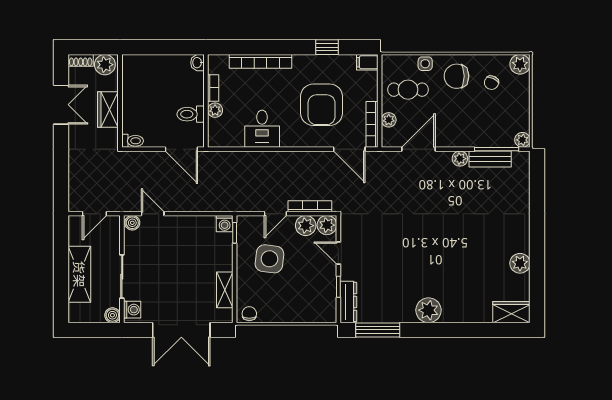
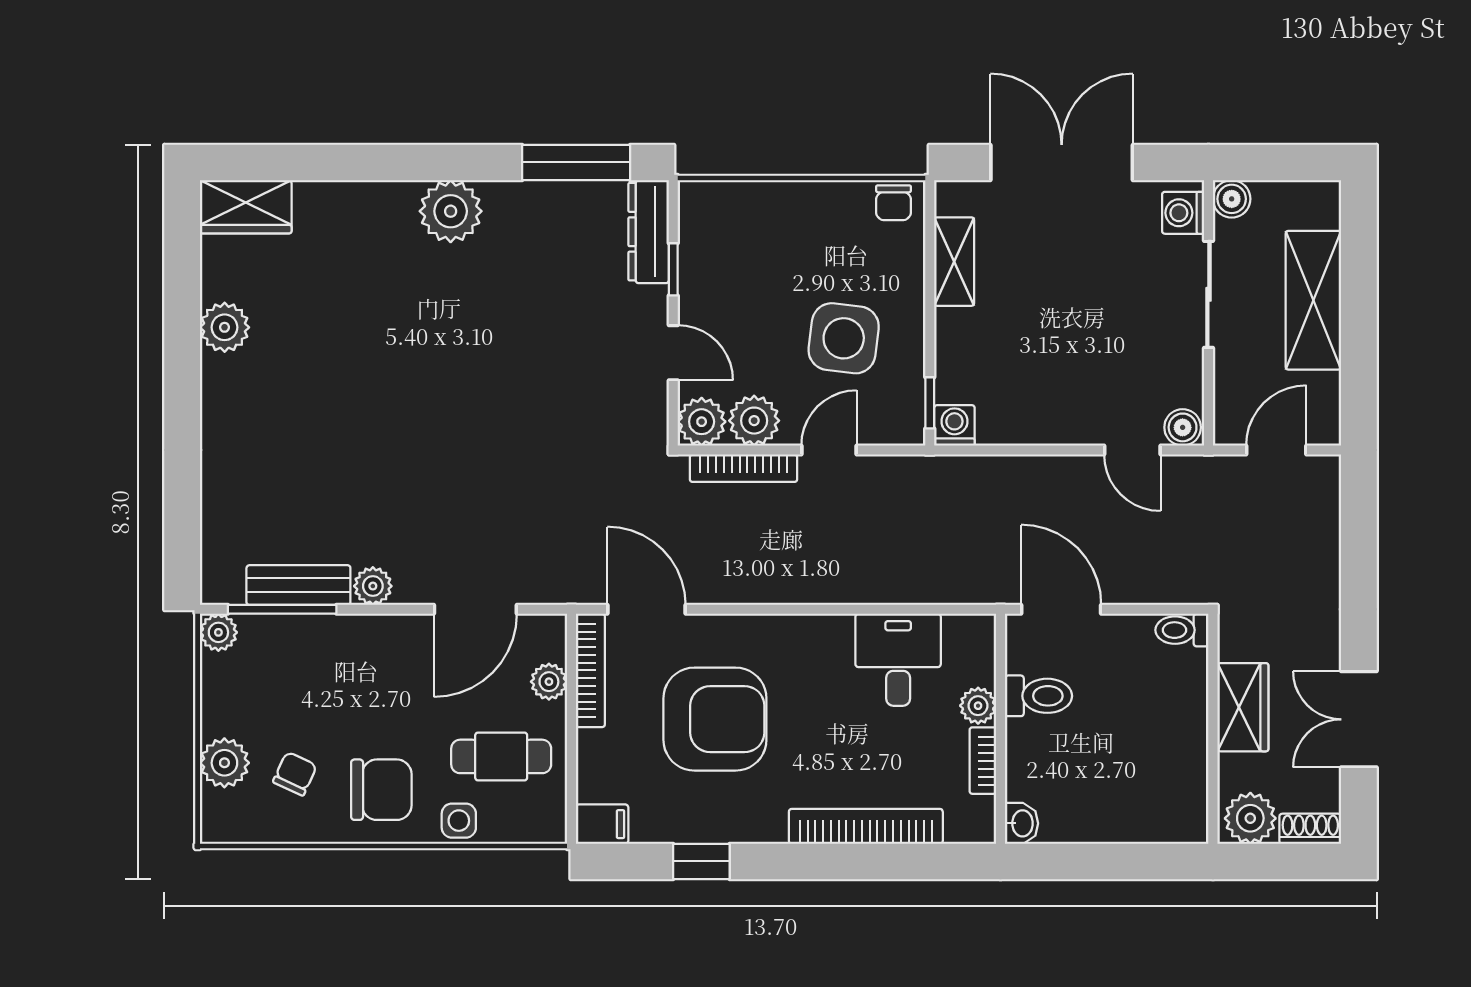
plant: (520, 64) -> (224, 763), moved
armchair: (322, 105) -> (715, 719), turned 90
desk: (262, 129) -> (898, 660), moved

